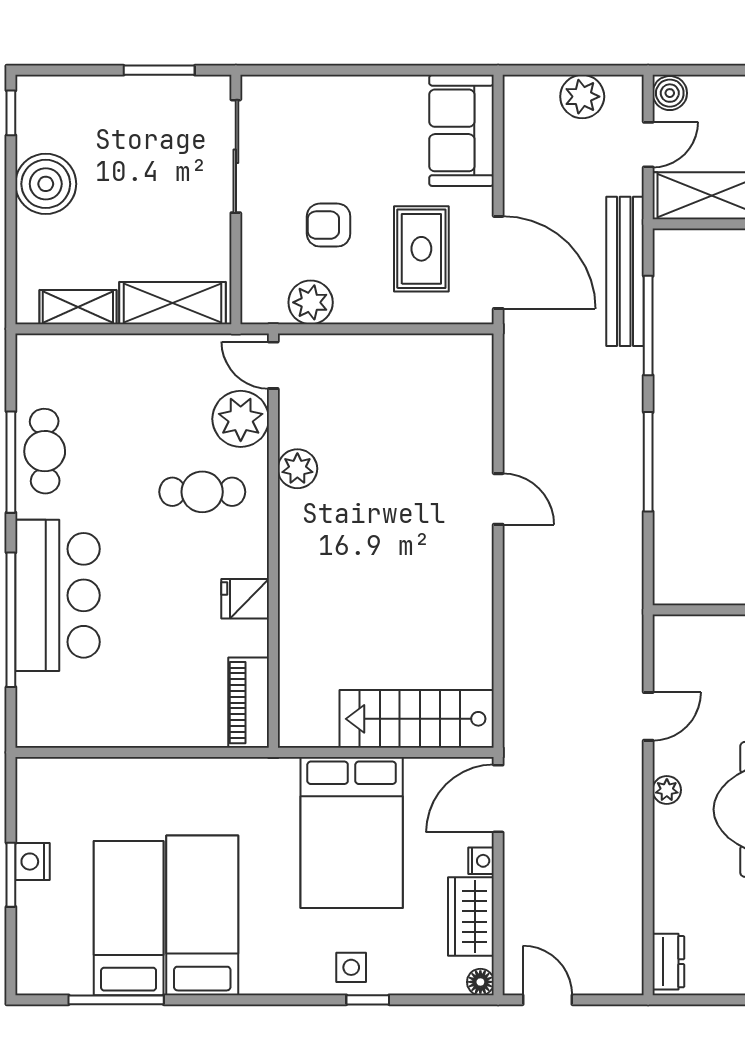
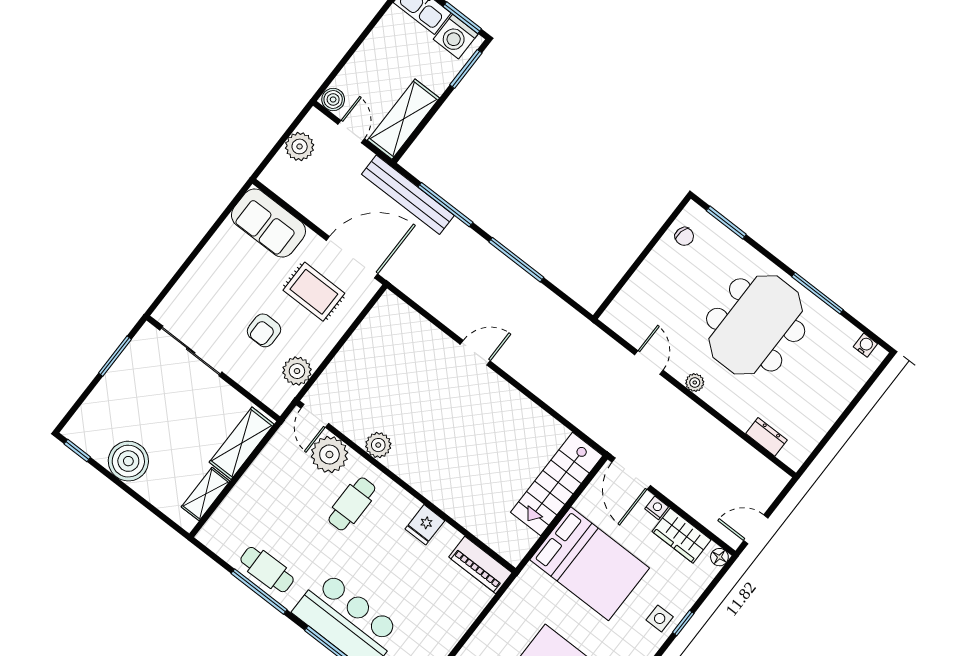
door: (273, 365) -> (315, 416), hinge flipped
dresser: (668, 962) -> (766, 437), moved

